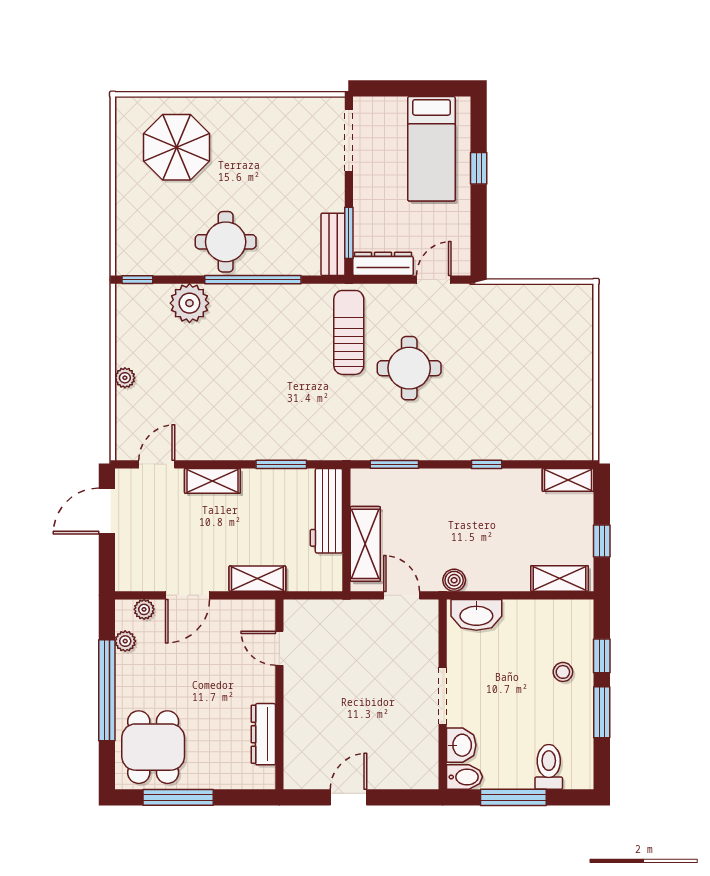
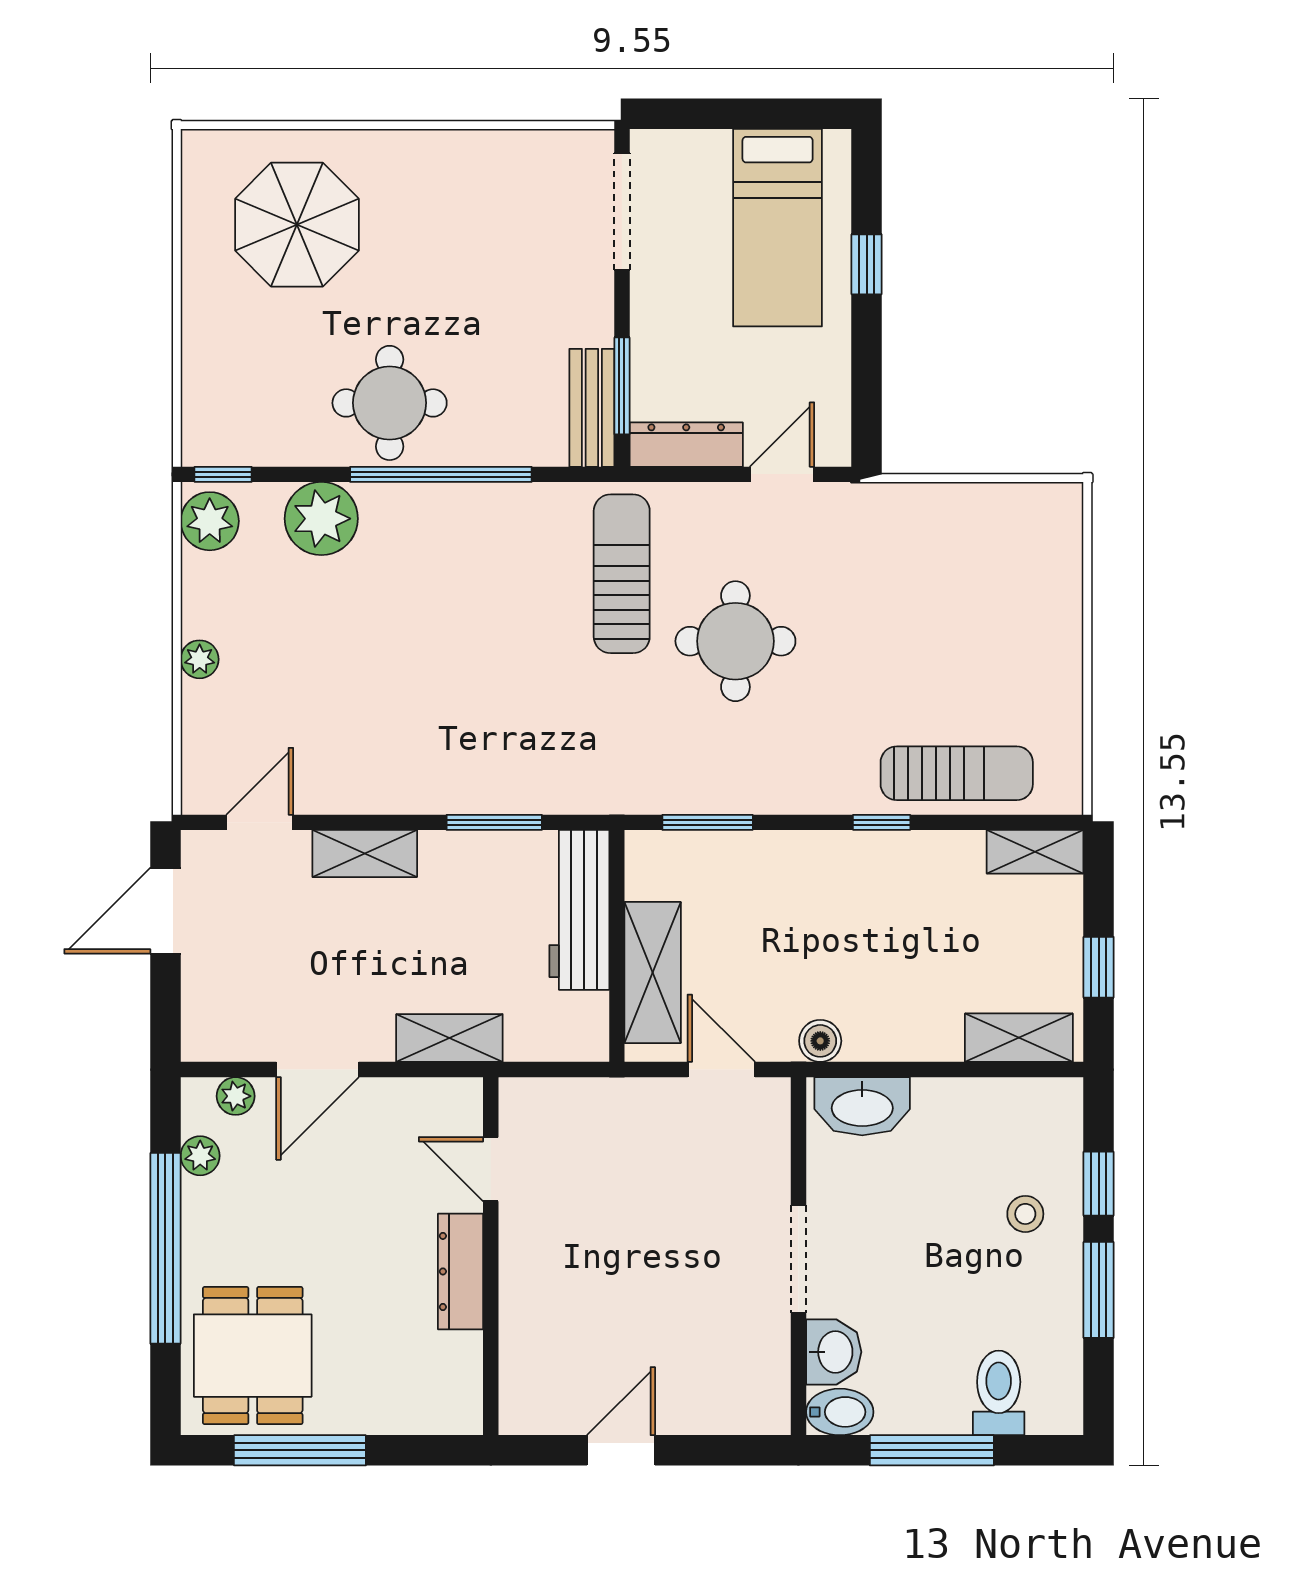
plant: (130, 304) -> (210, 521), added
sun lounger: (527, 438) -> (957, 773), added
dresser: (263, 734) -> (461, 1271), moved

